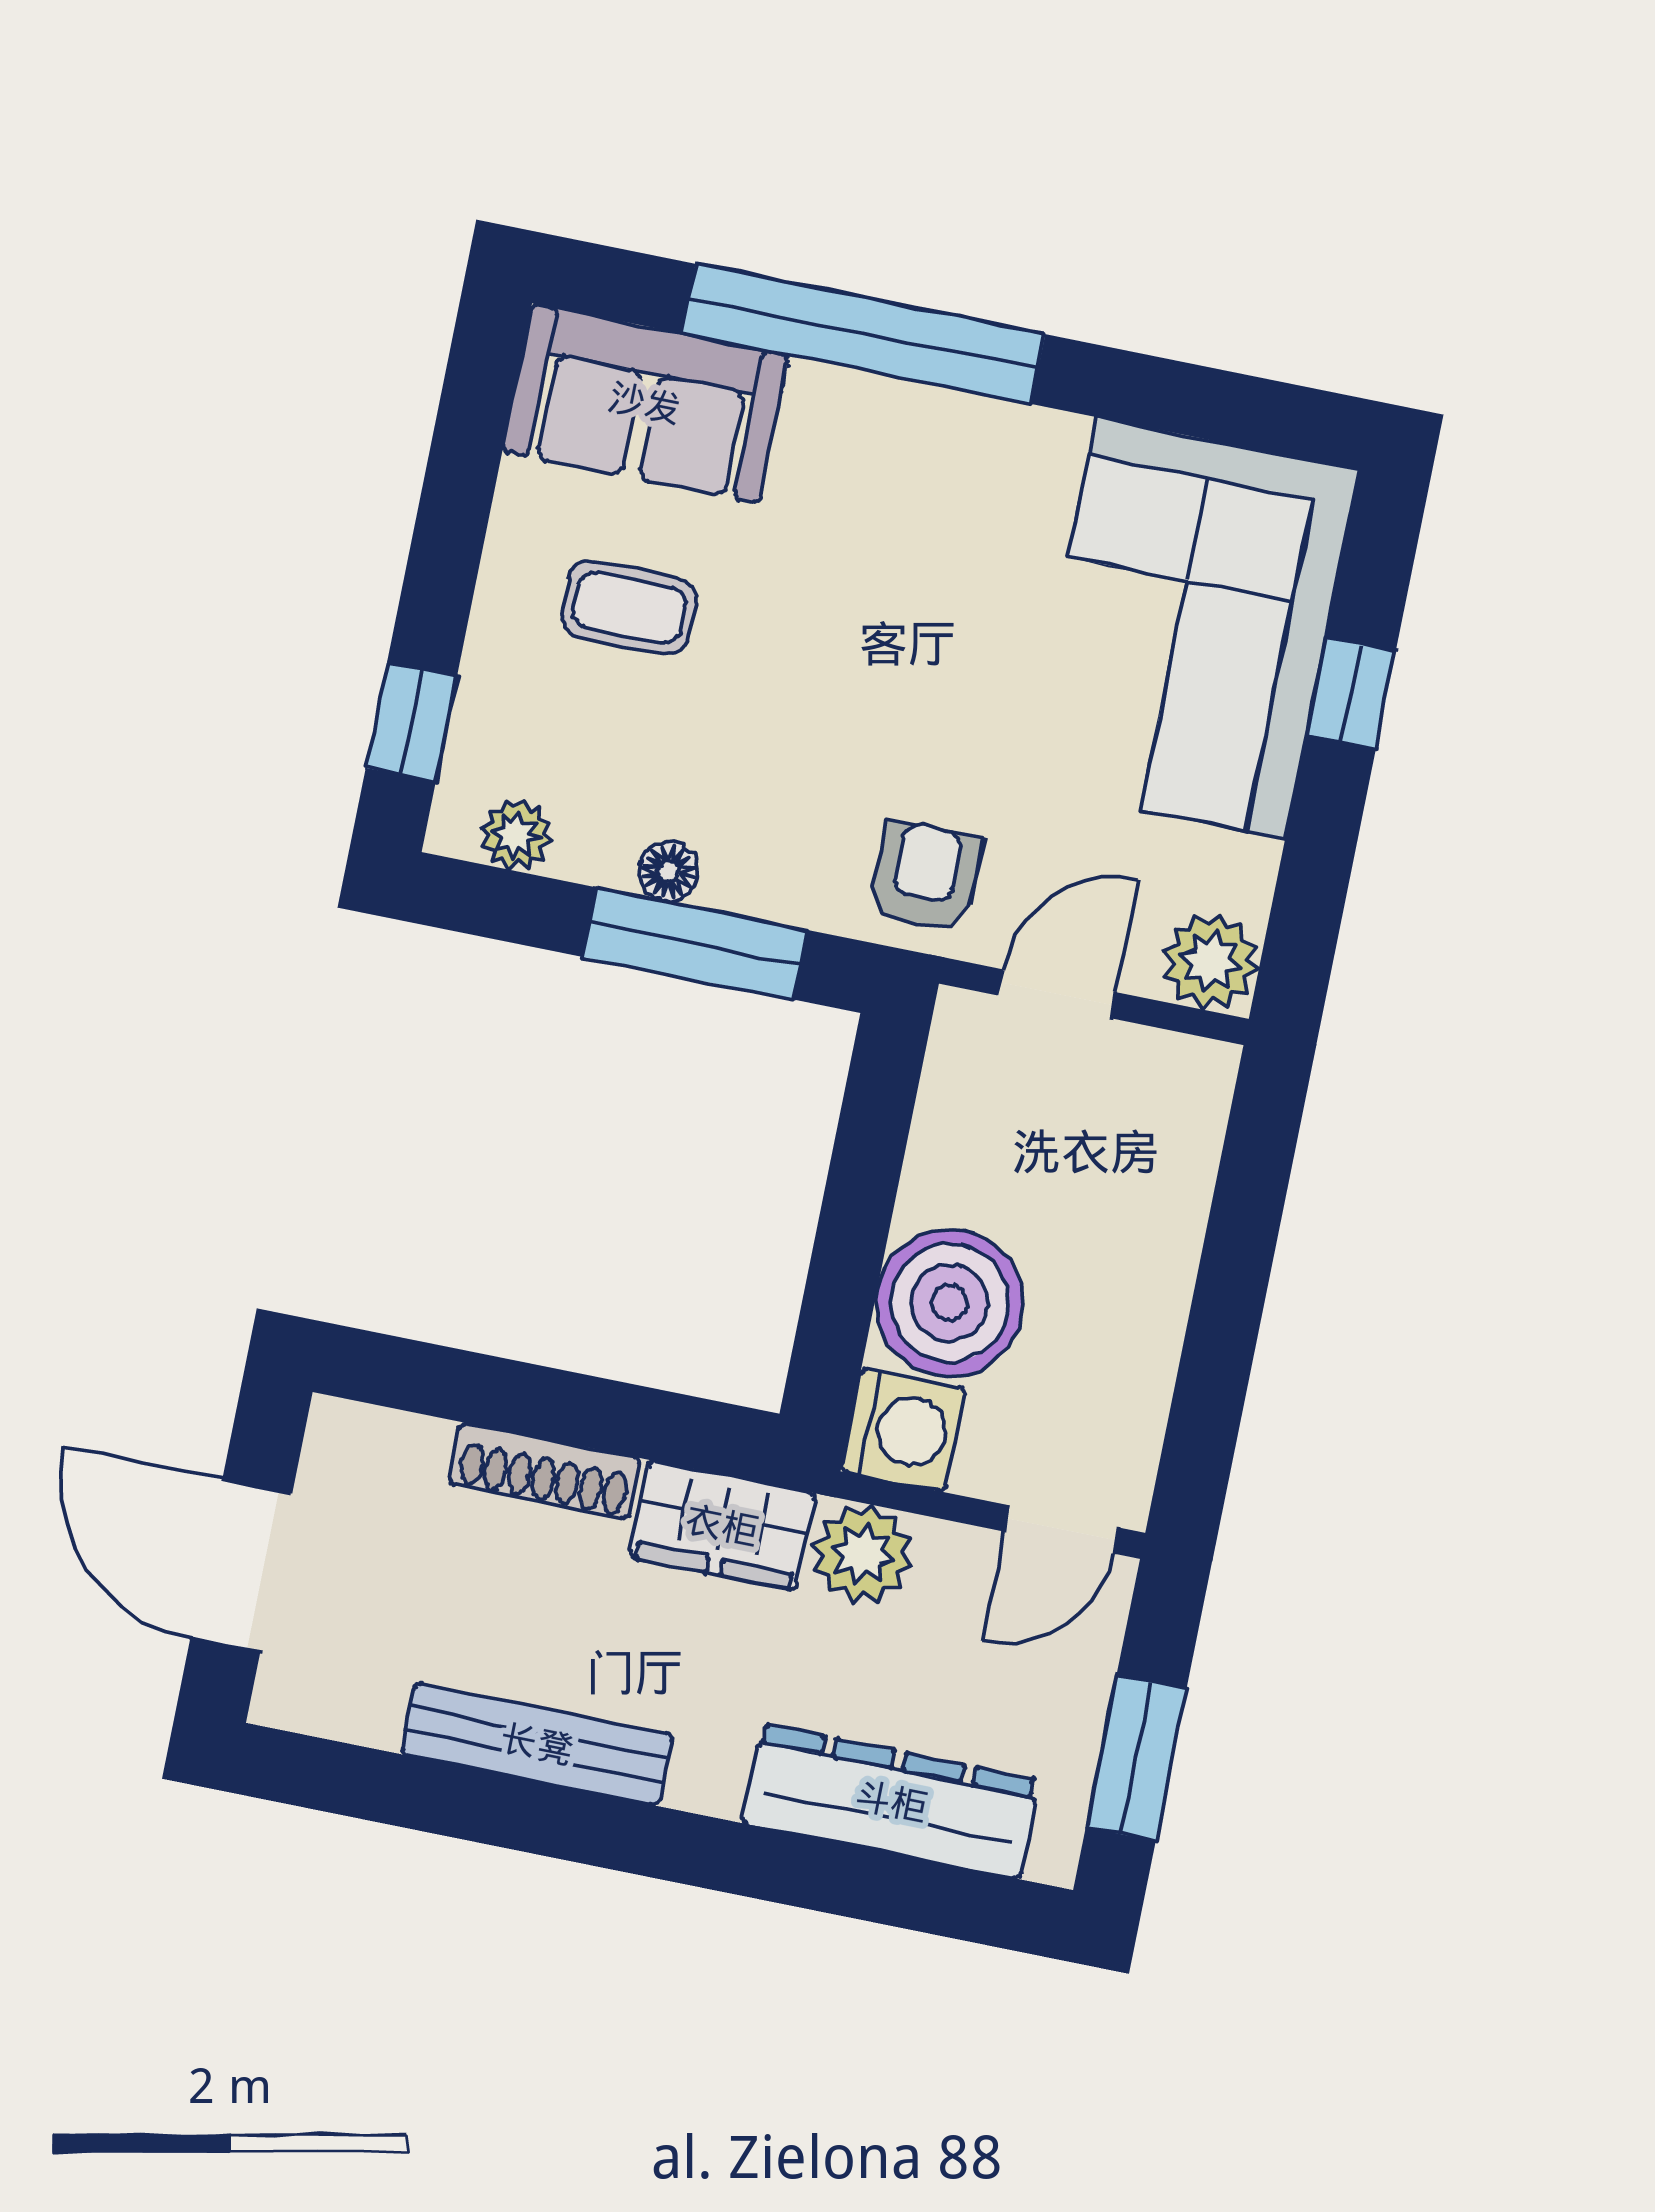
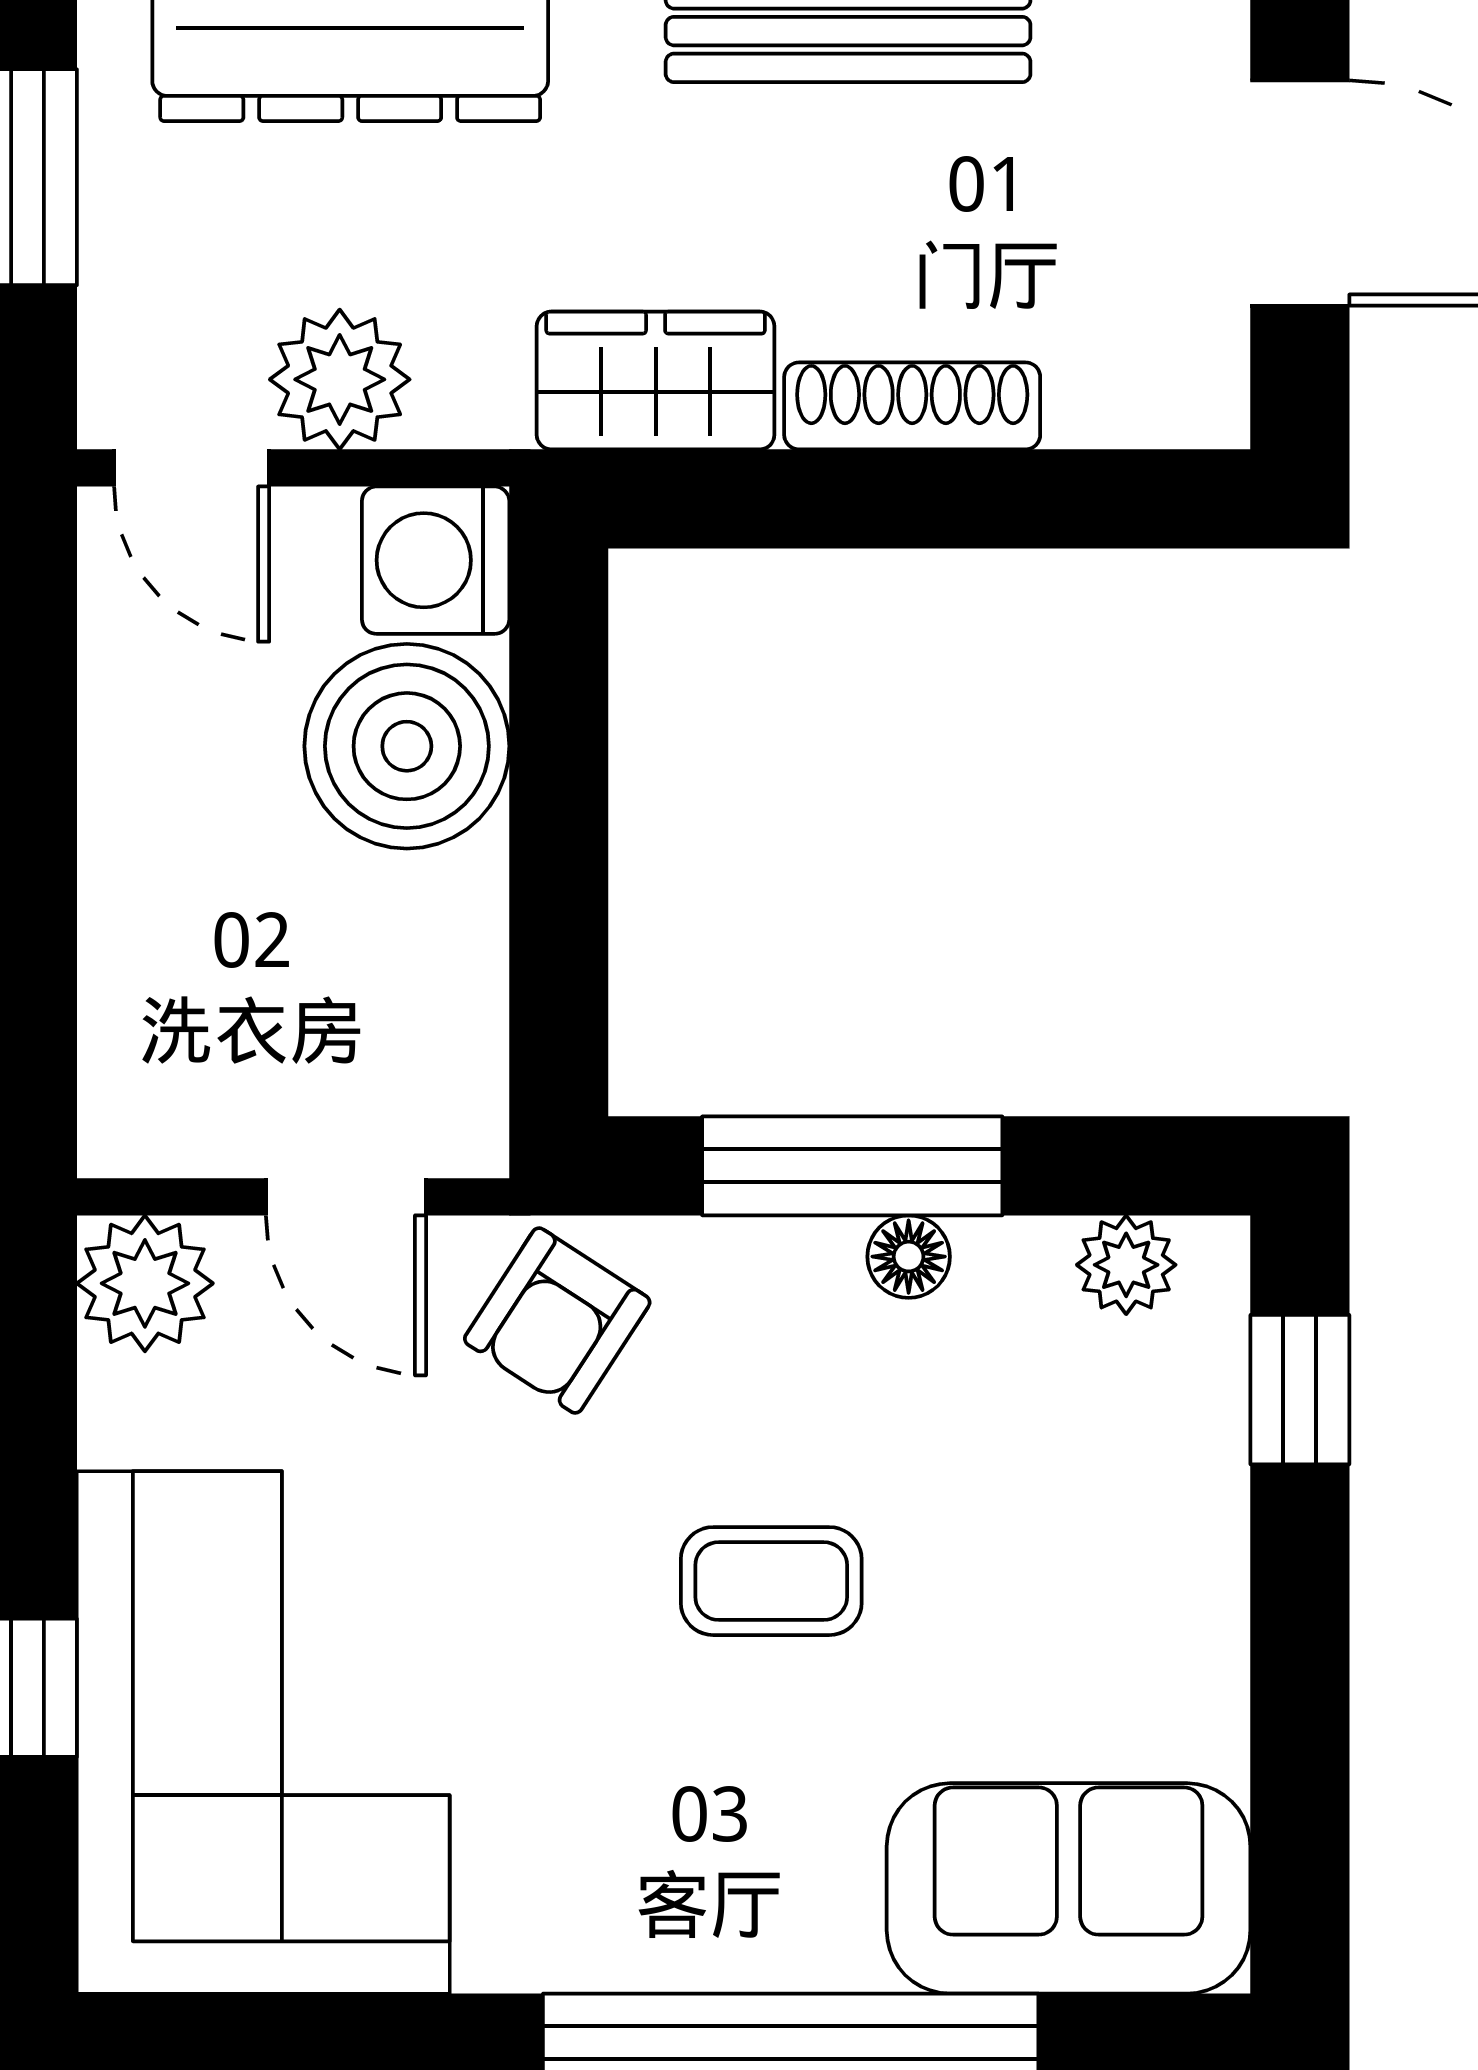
coffee table: (629, 608) -> (771, 1581), moved
armchair: (925, 876) -> (557, 1321), turned 33
door: (1057, 994) -> (346, 1197), hinge flipped
door: (1062, 1530) -> (192, 468), swing flipped
plant: (862, 1554) -> (340, 379), moved

